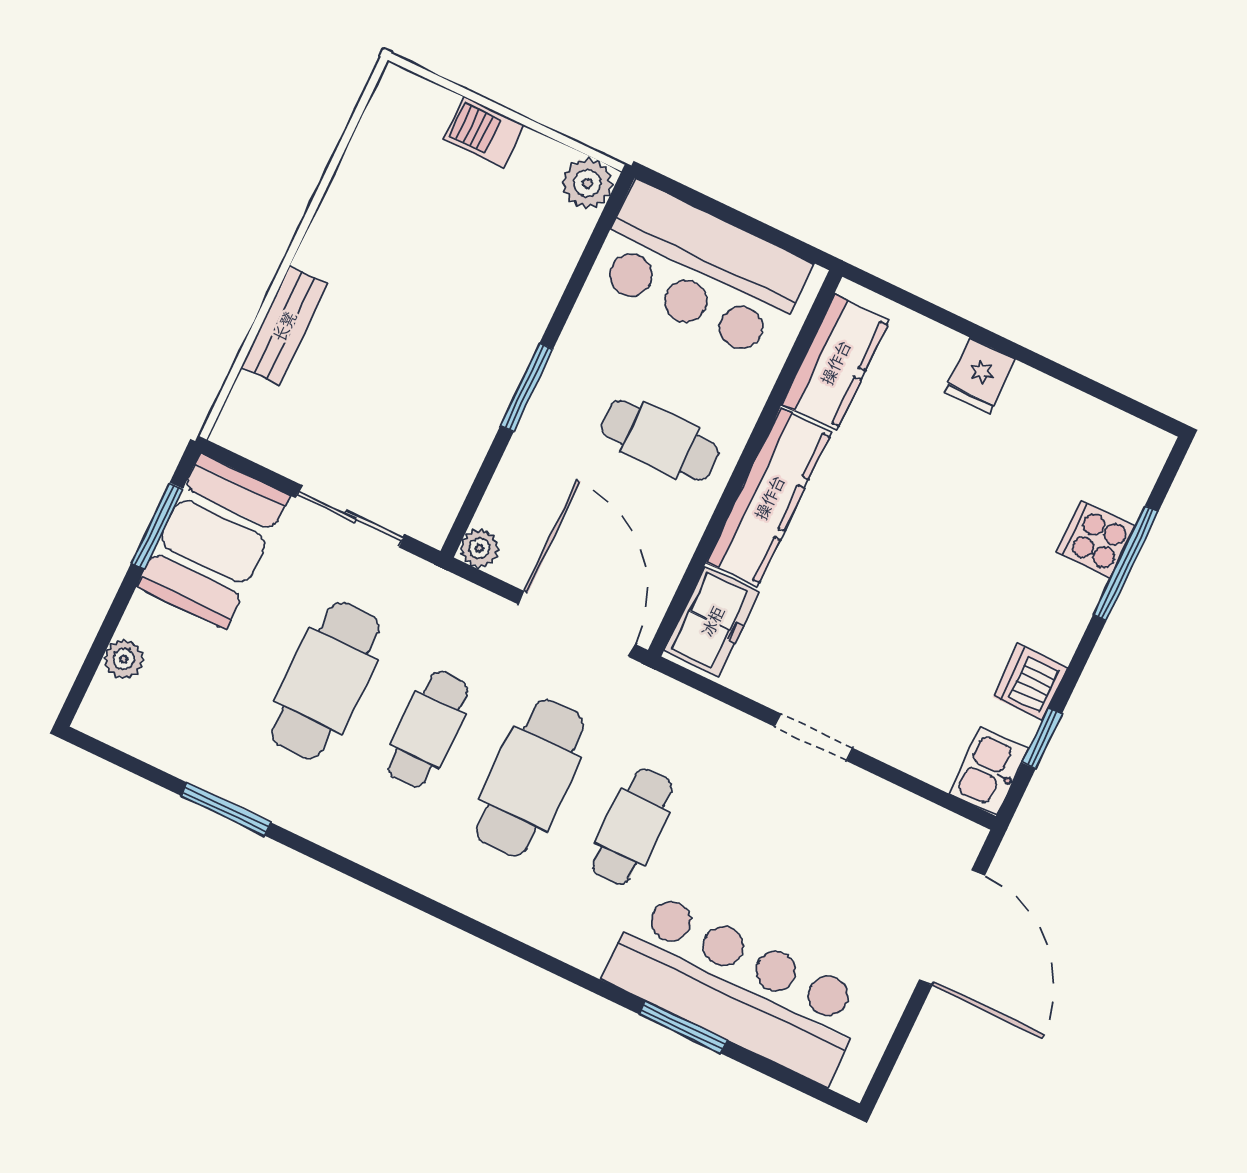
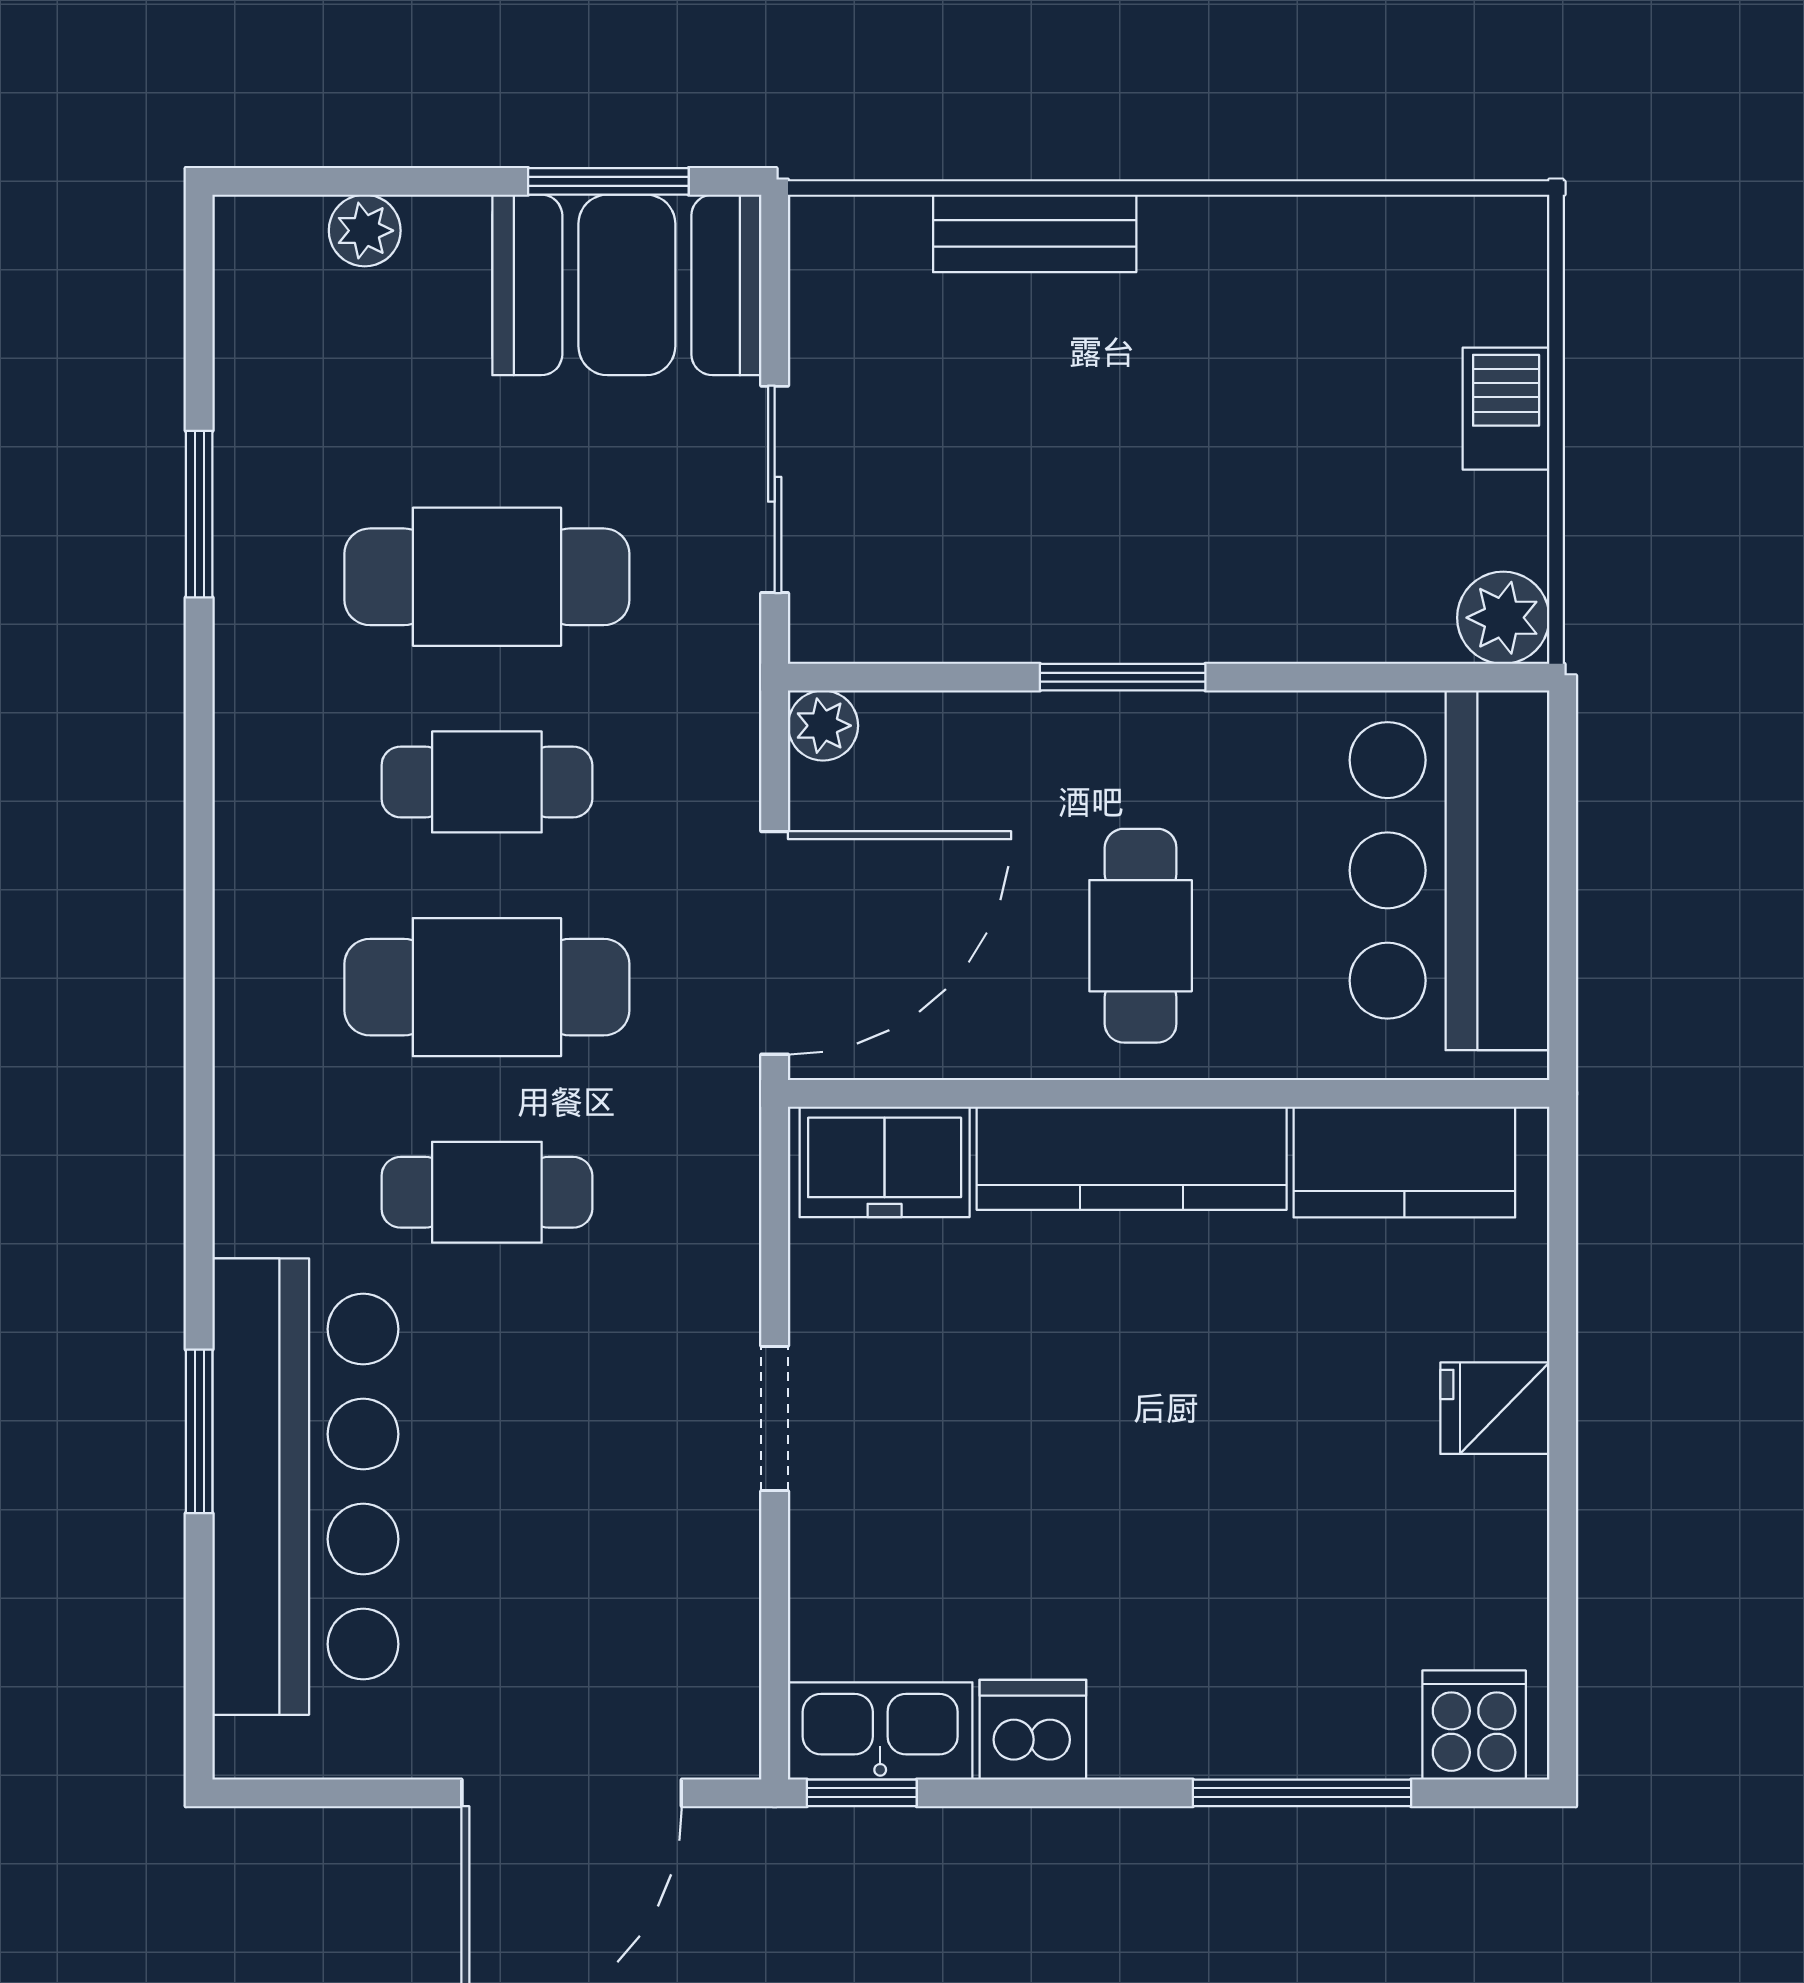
cooker: (1096, 539) -> (1474, 1725), moved
window: (1042, 738) -> (862, 1793), moved
kitchen sink: (988, 771) -> (880, 1731), width x1.38

